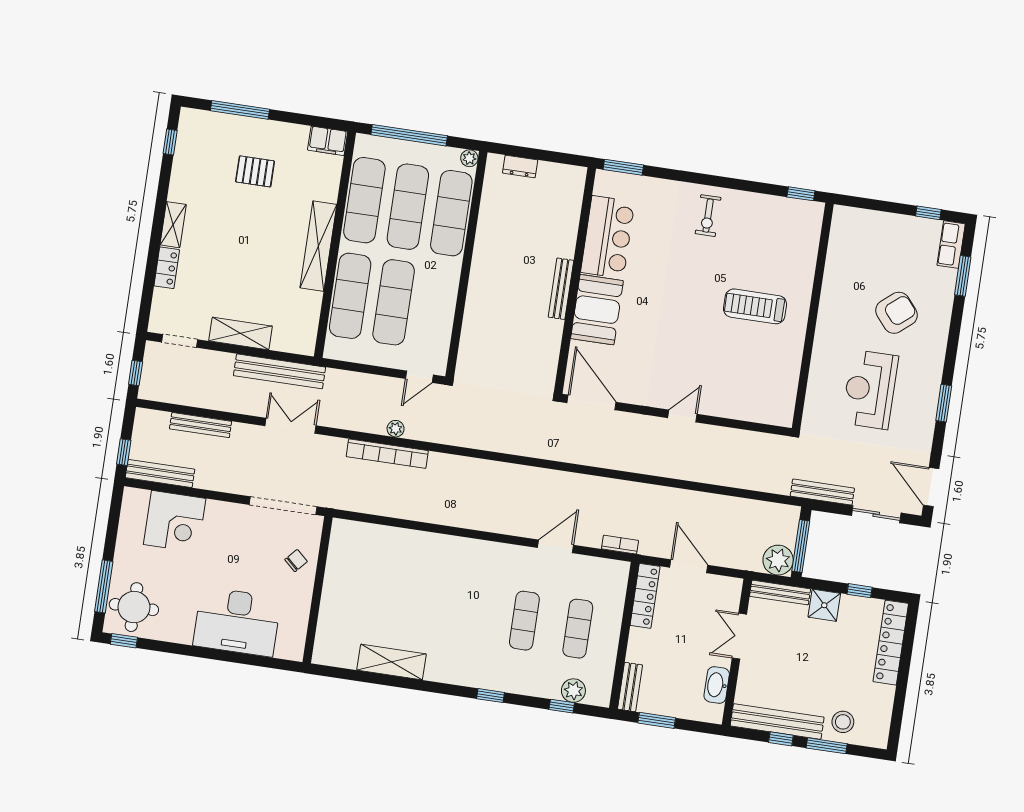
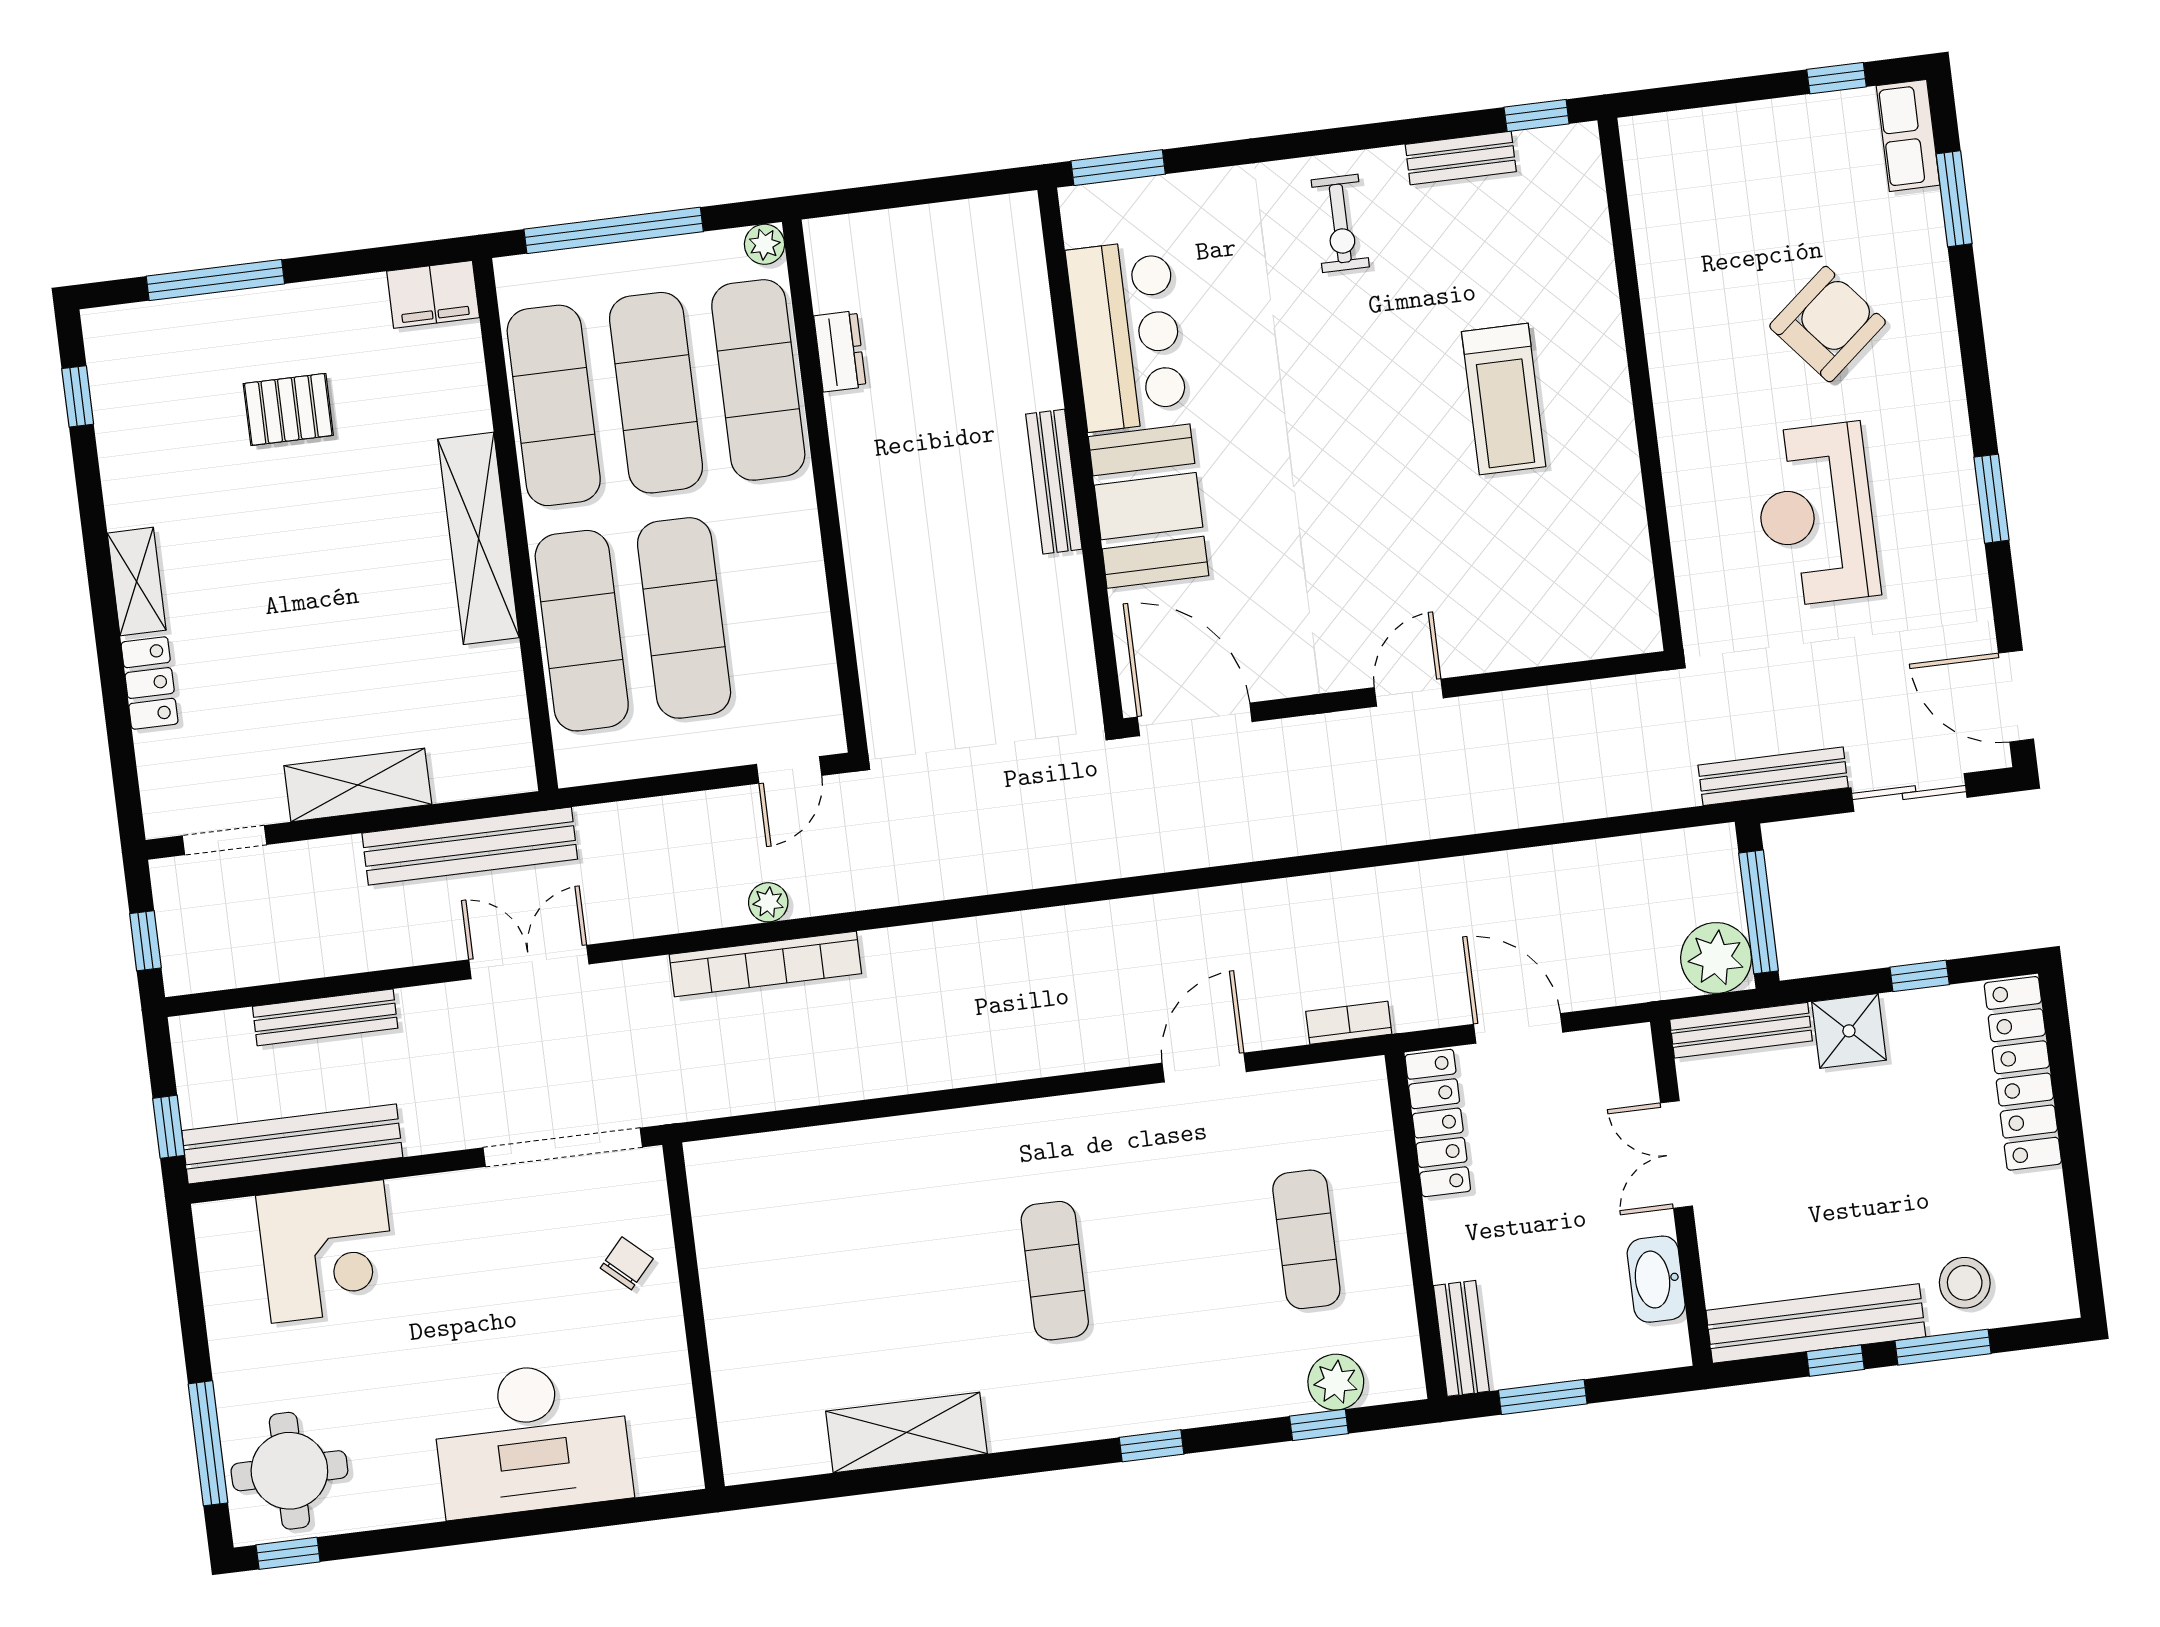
dresser: (520, 166) -> (840, 351), moved, turned -90
bench: (765, 203) -> (1461, 158), added
treadmill: (755, 306) -> (1504, 399), turned -90
bench: (160, 473) -> (292, 1144), width x1.37, depth x1.21
exercise mat: (524, 621) -> (1055, 1271), moved

